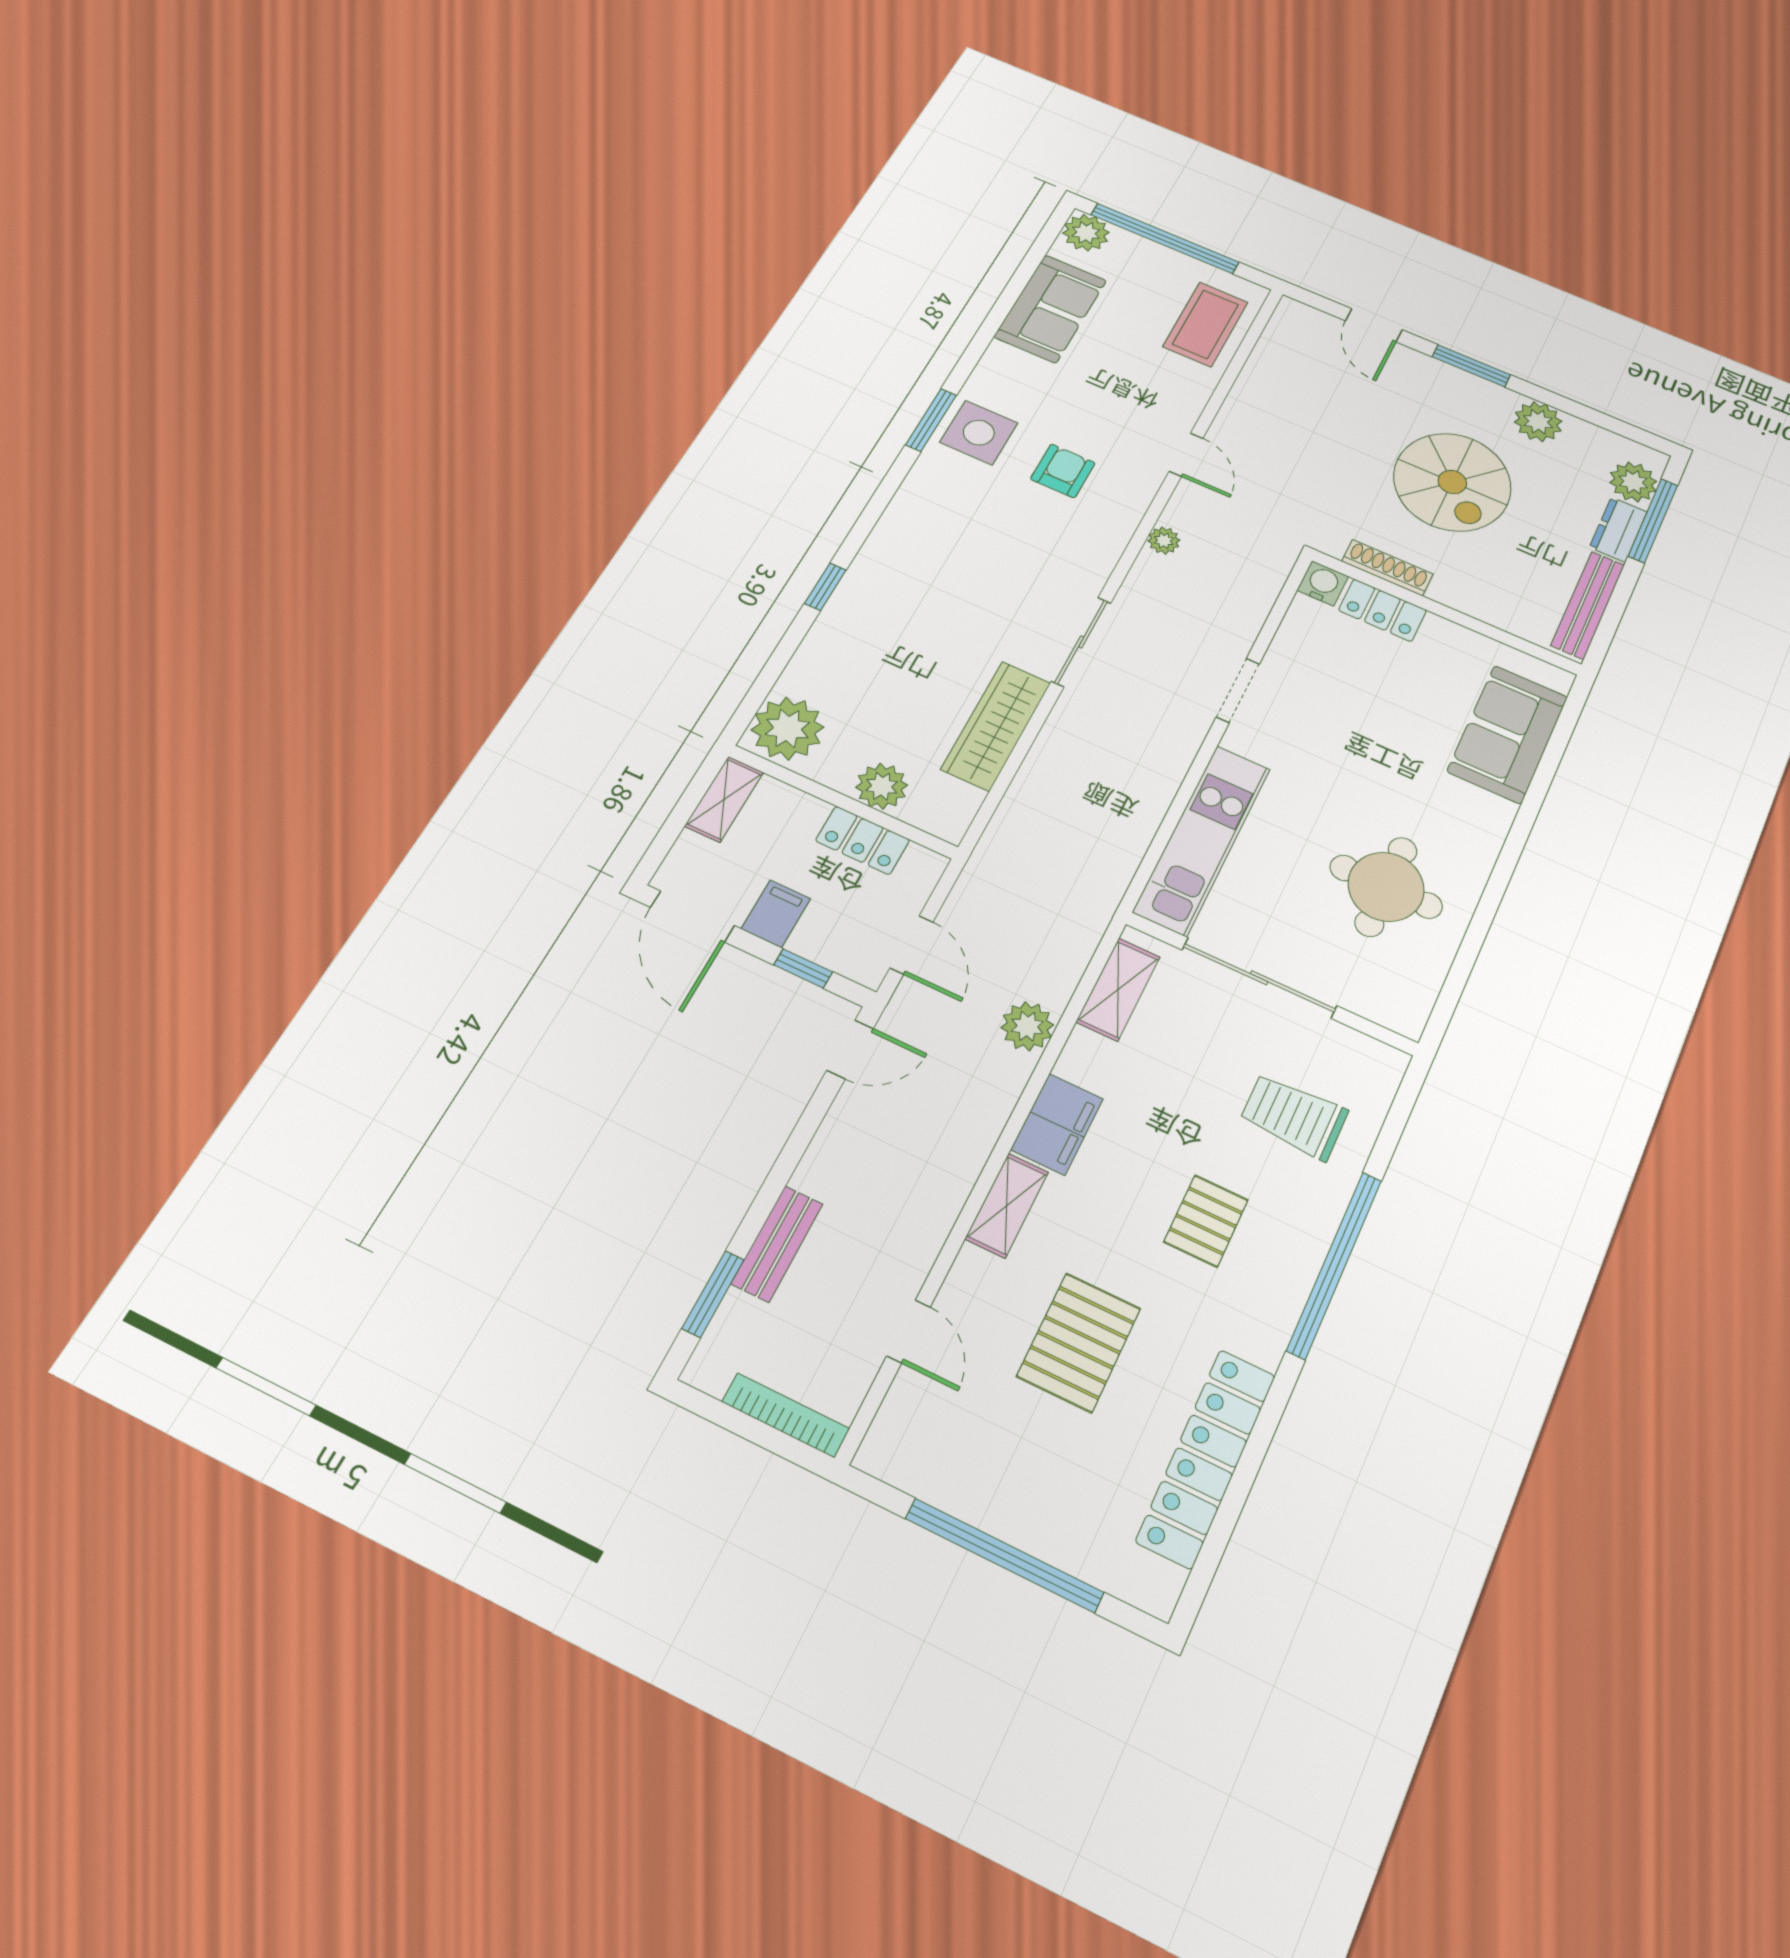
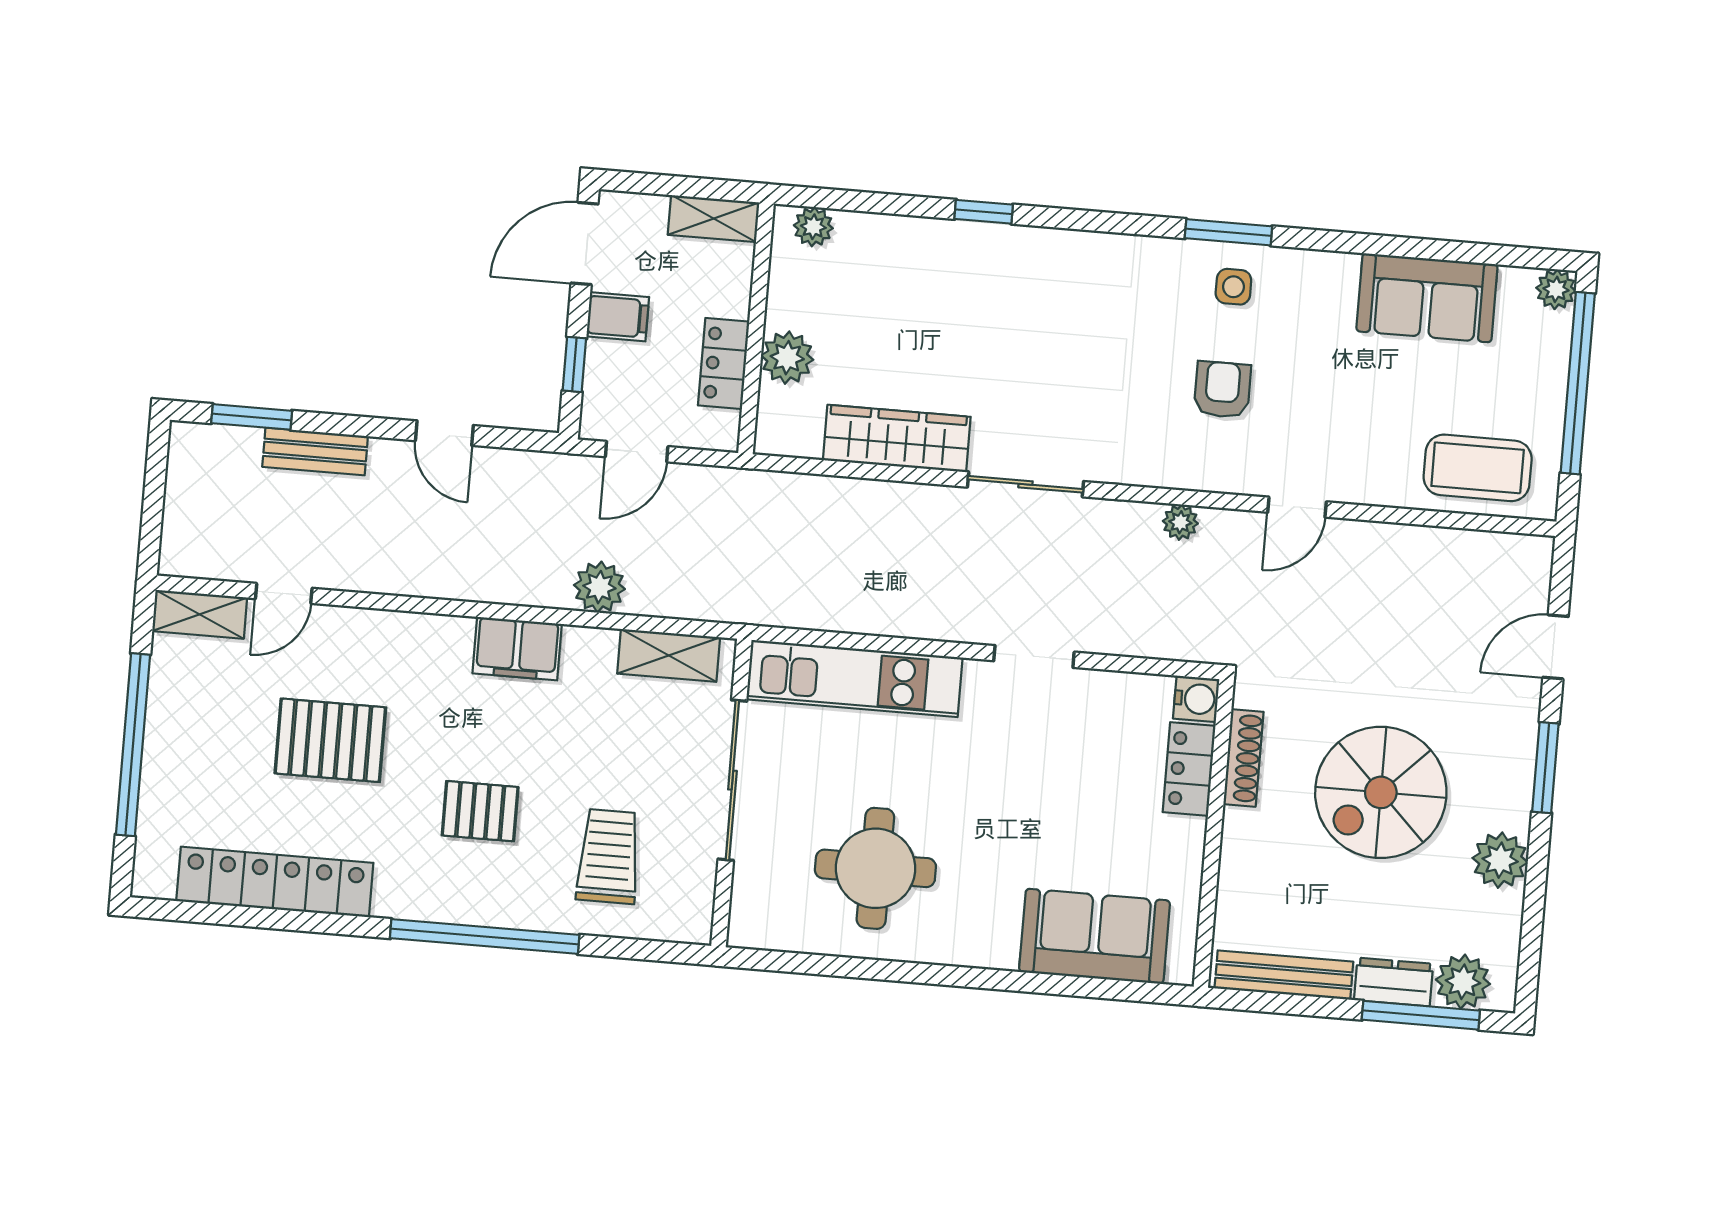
plant: (1086, 233) -> (1556, 289), width x0.73, depth x0.73
side table: (979, 433) -> (1233, 287), width x0.54, depth x0.54
armchair: (1063, 471) -> (1222, 390), turned -90
plant: (787, 729) -> (813, 227), width x0.53, depth x0.53
door: (850, 1049) -> (444, 433), moved
shelving: (1007, 1205) -> (200, 614), moved
bookcase: (786, 1415) -> (176, 521), removed

